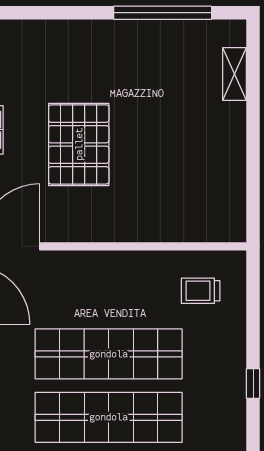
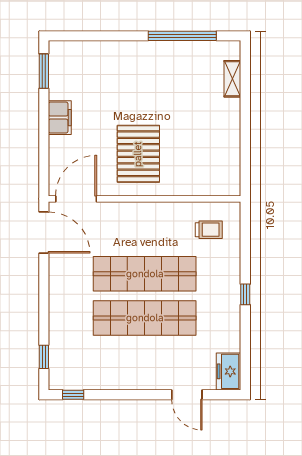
pallet: (79, 144) -> (138, 154), moved
trolley: (201, 291) -> (209, 230), turned 180

